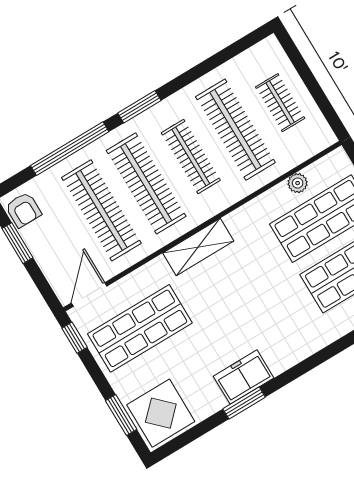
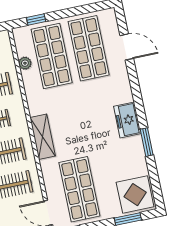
freezer: (244, 377) -> (127, 120), moved

